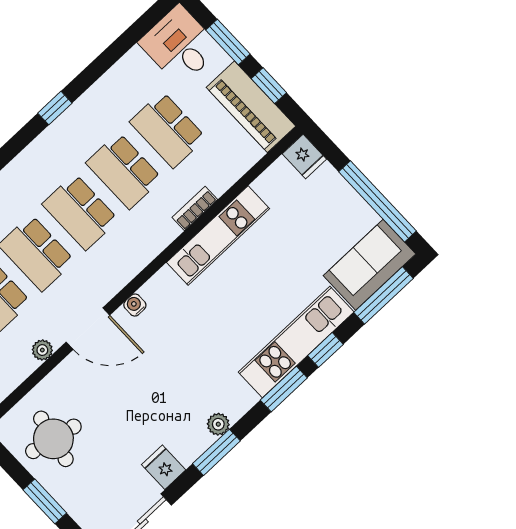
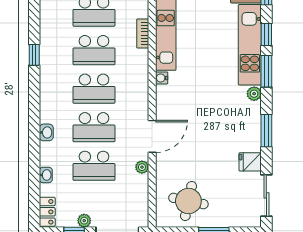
water cooler: (135, 305) -> (162, 78), moved
plant: (218, 424) -> (254, 94), moved

